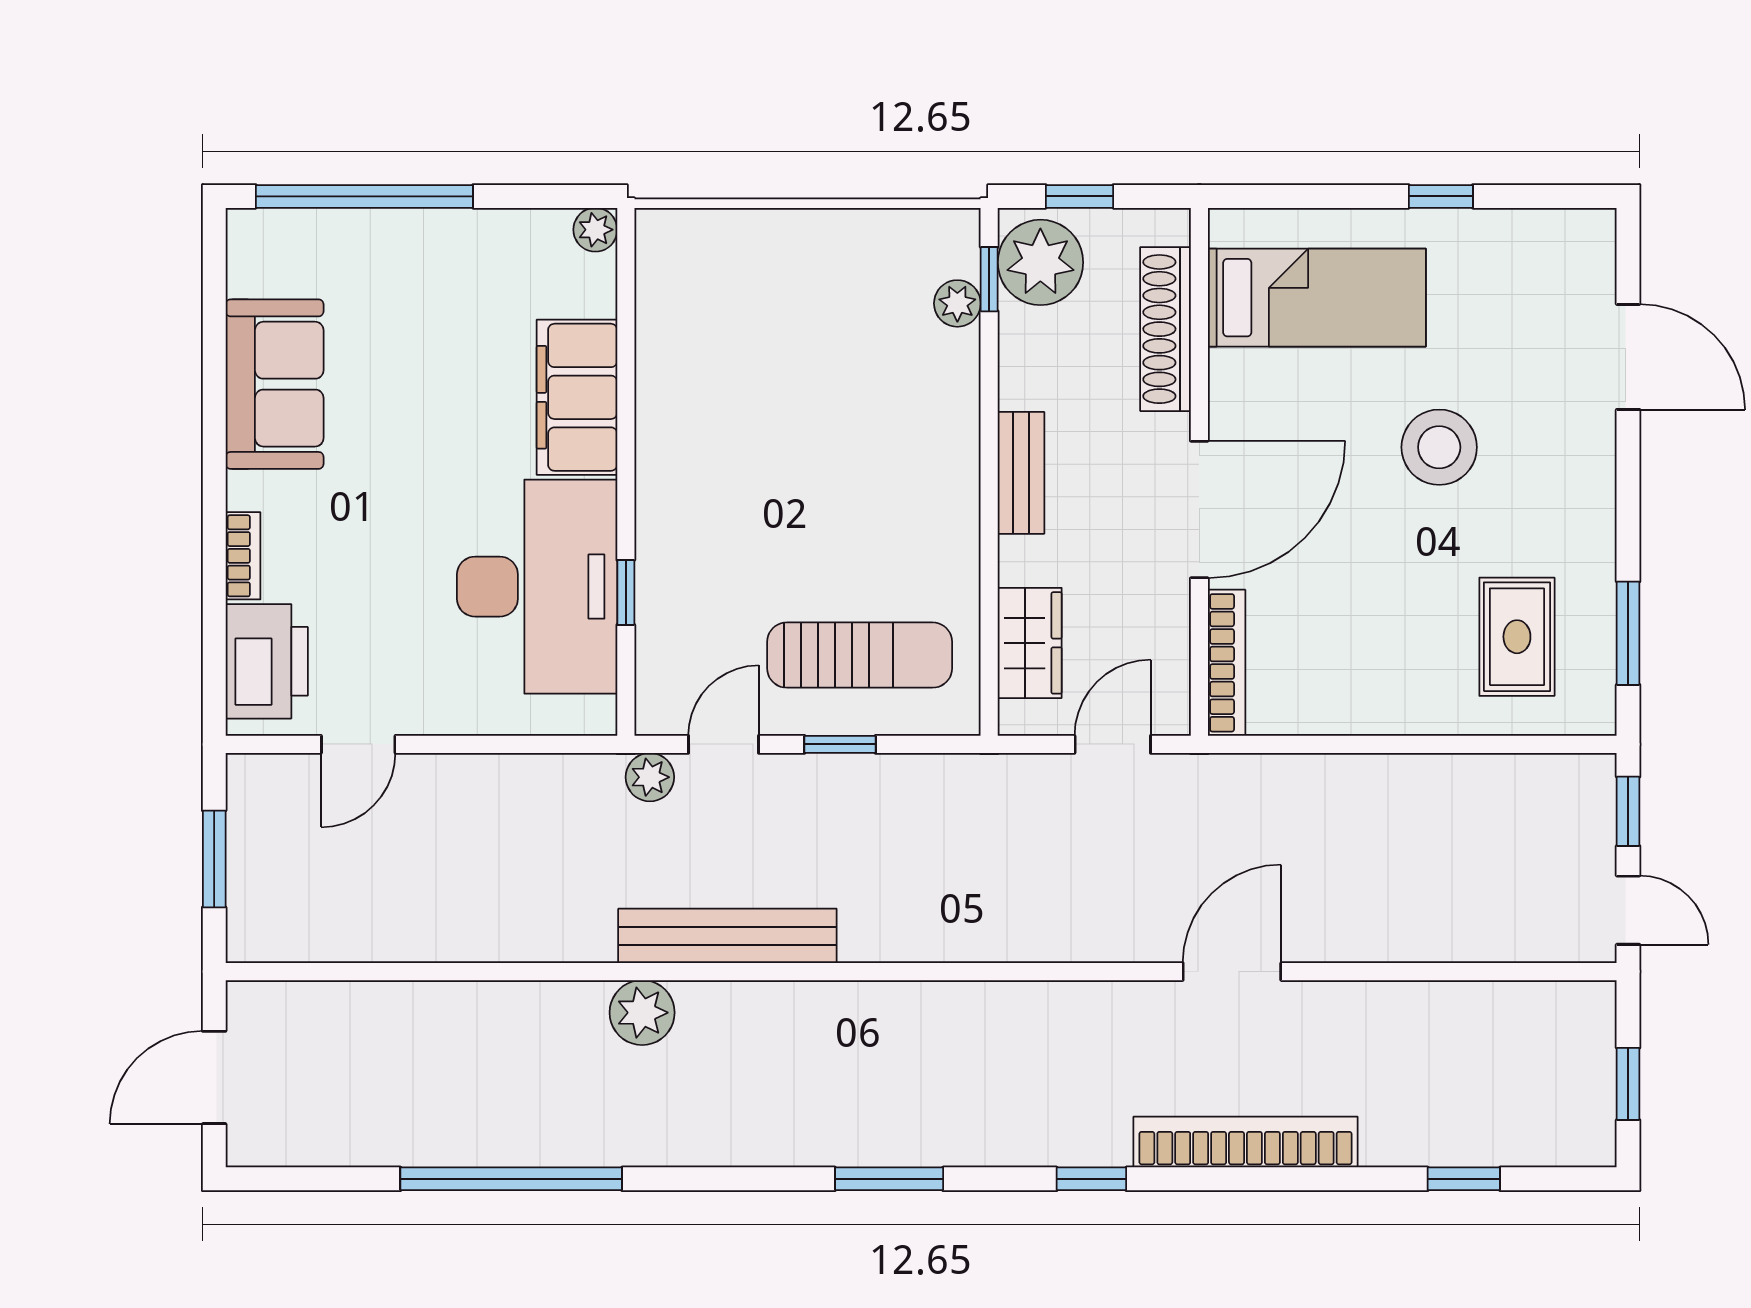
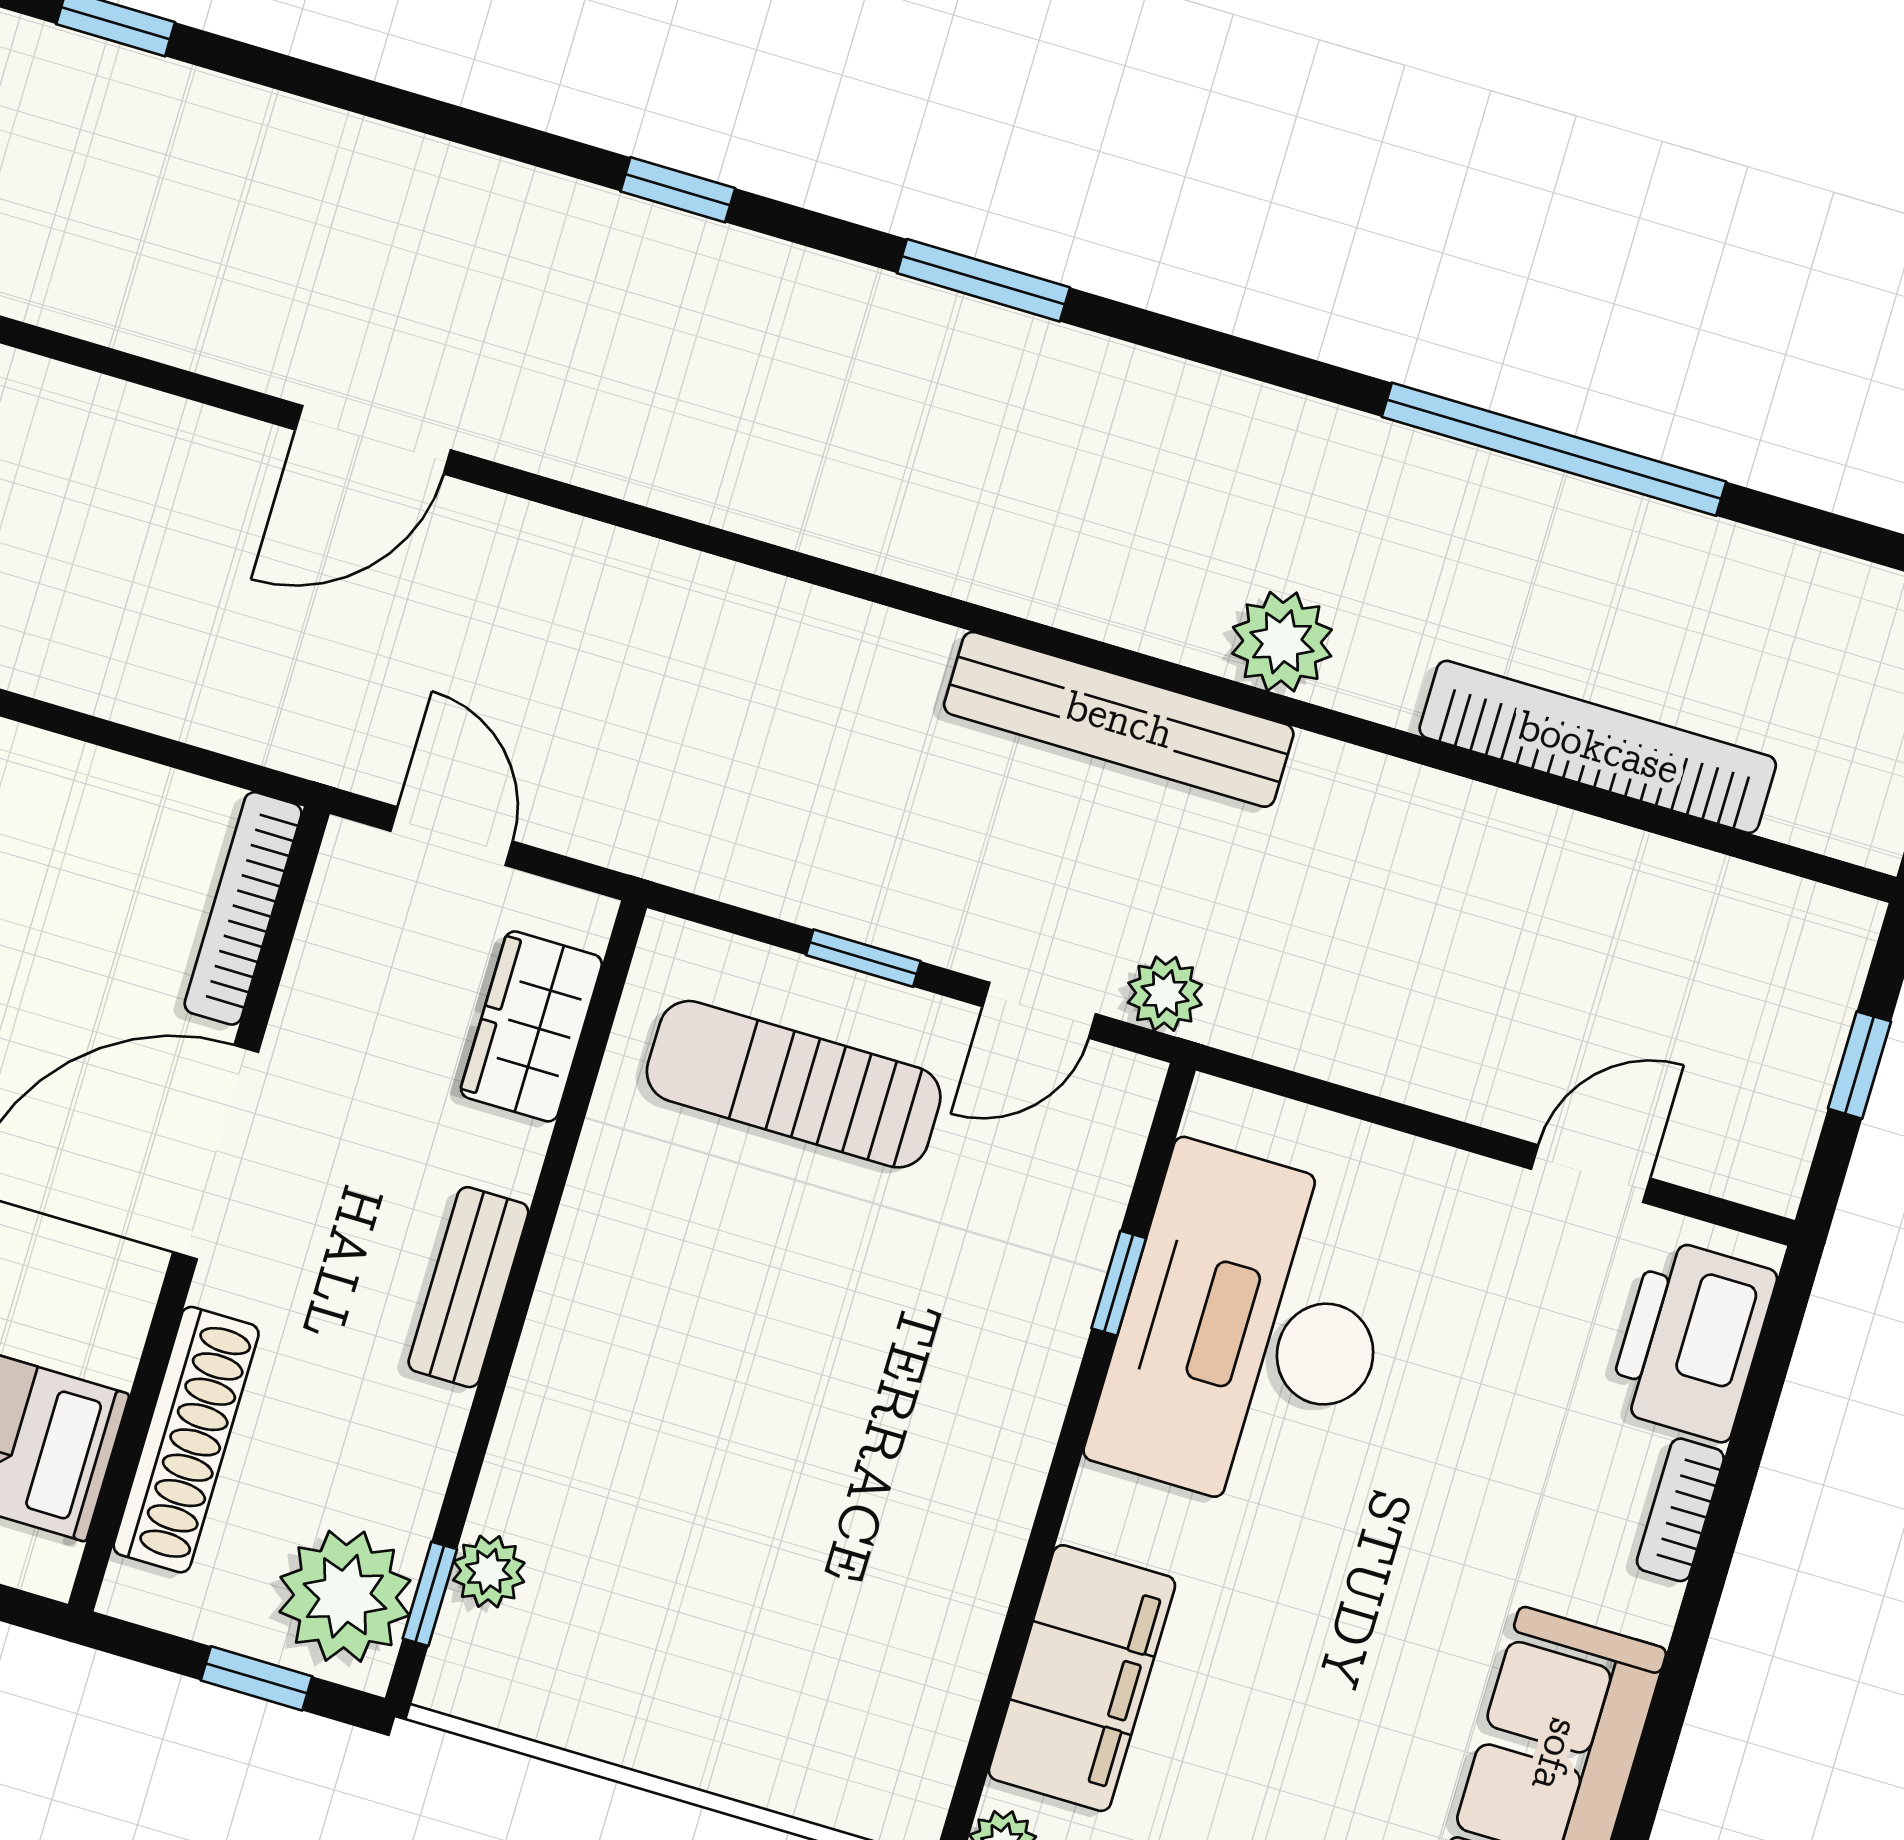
filing cabinet: (577, 397) -> (1082, 1678), moved
door: (1113, 744) -> (452, 836), swing flipped
window: (214, 859) -> (1859, 1065), width x0.67
bookcase: (1245, 1142) -> (1598, 747), moved, turned 180

